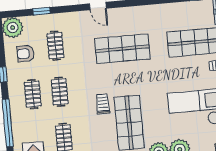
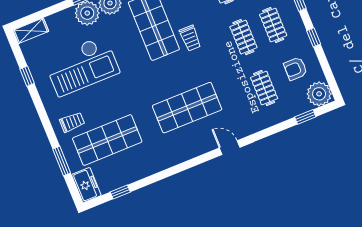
window: (42, 11) -> (305, 117), moved
armchair: (26, 54) -> (295, 69), turned 180

